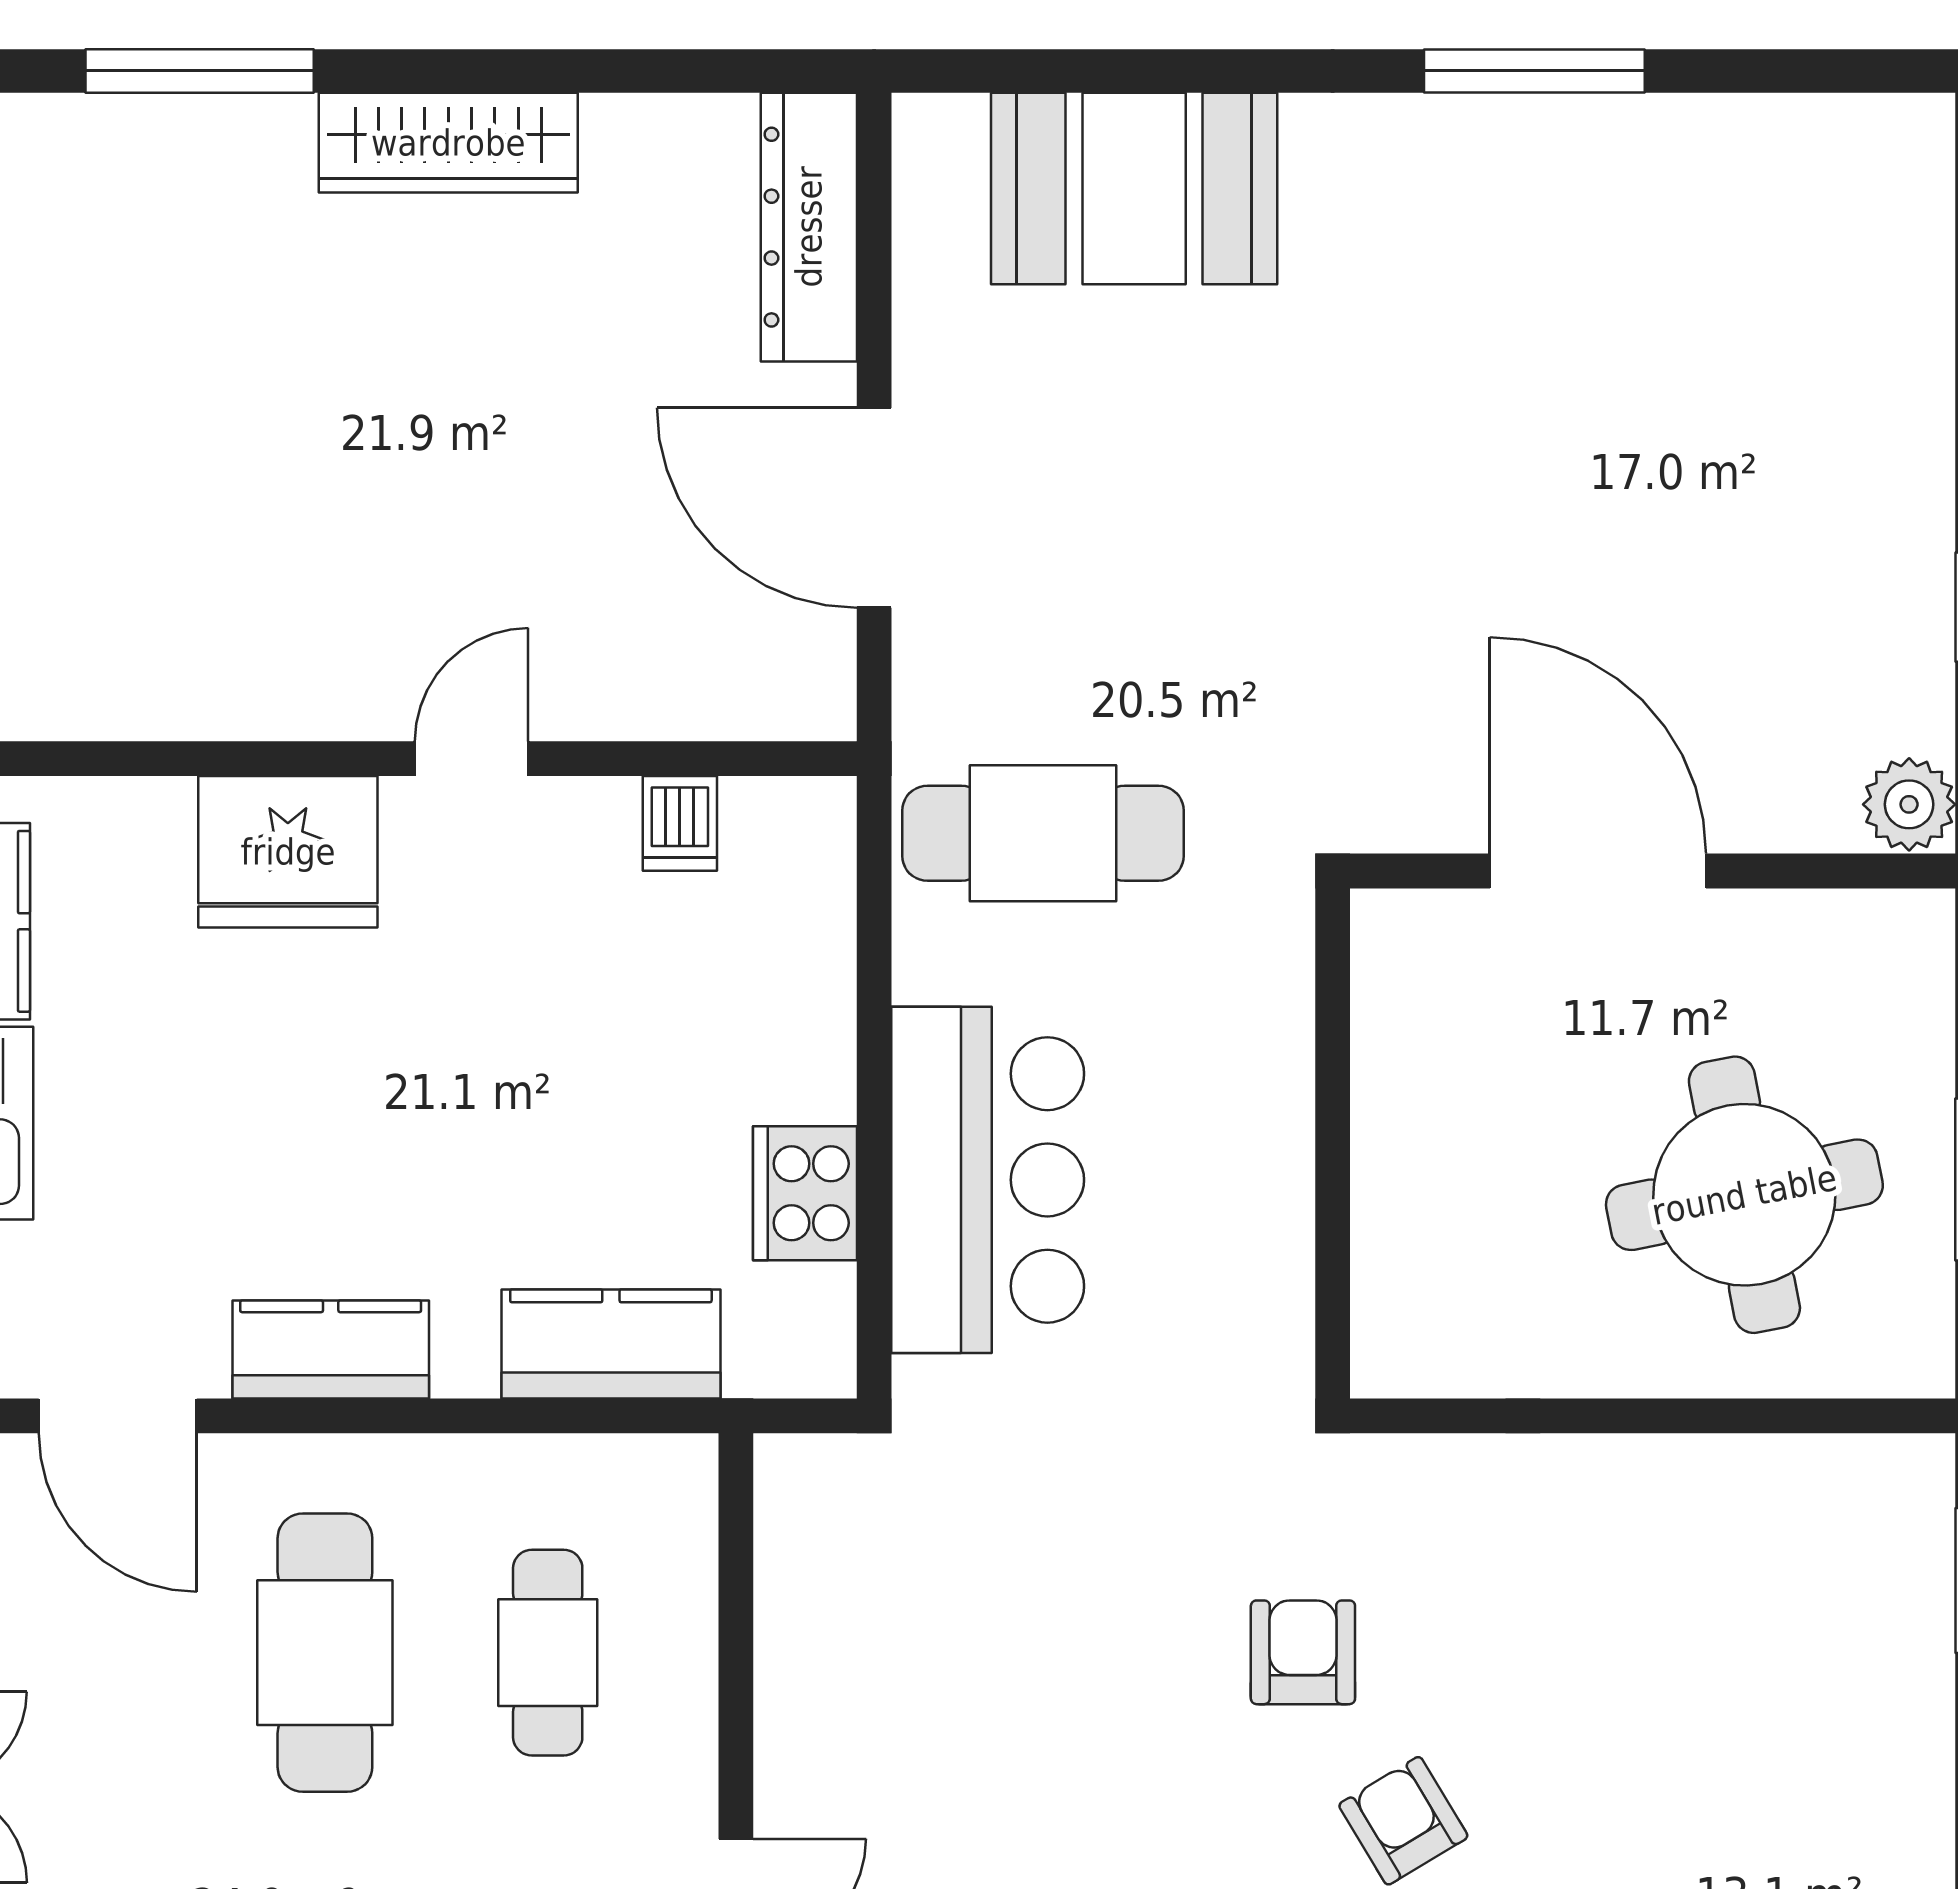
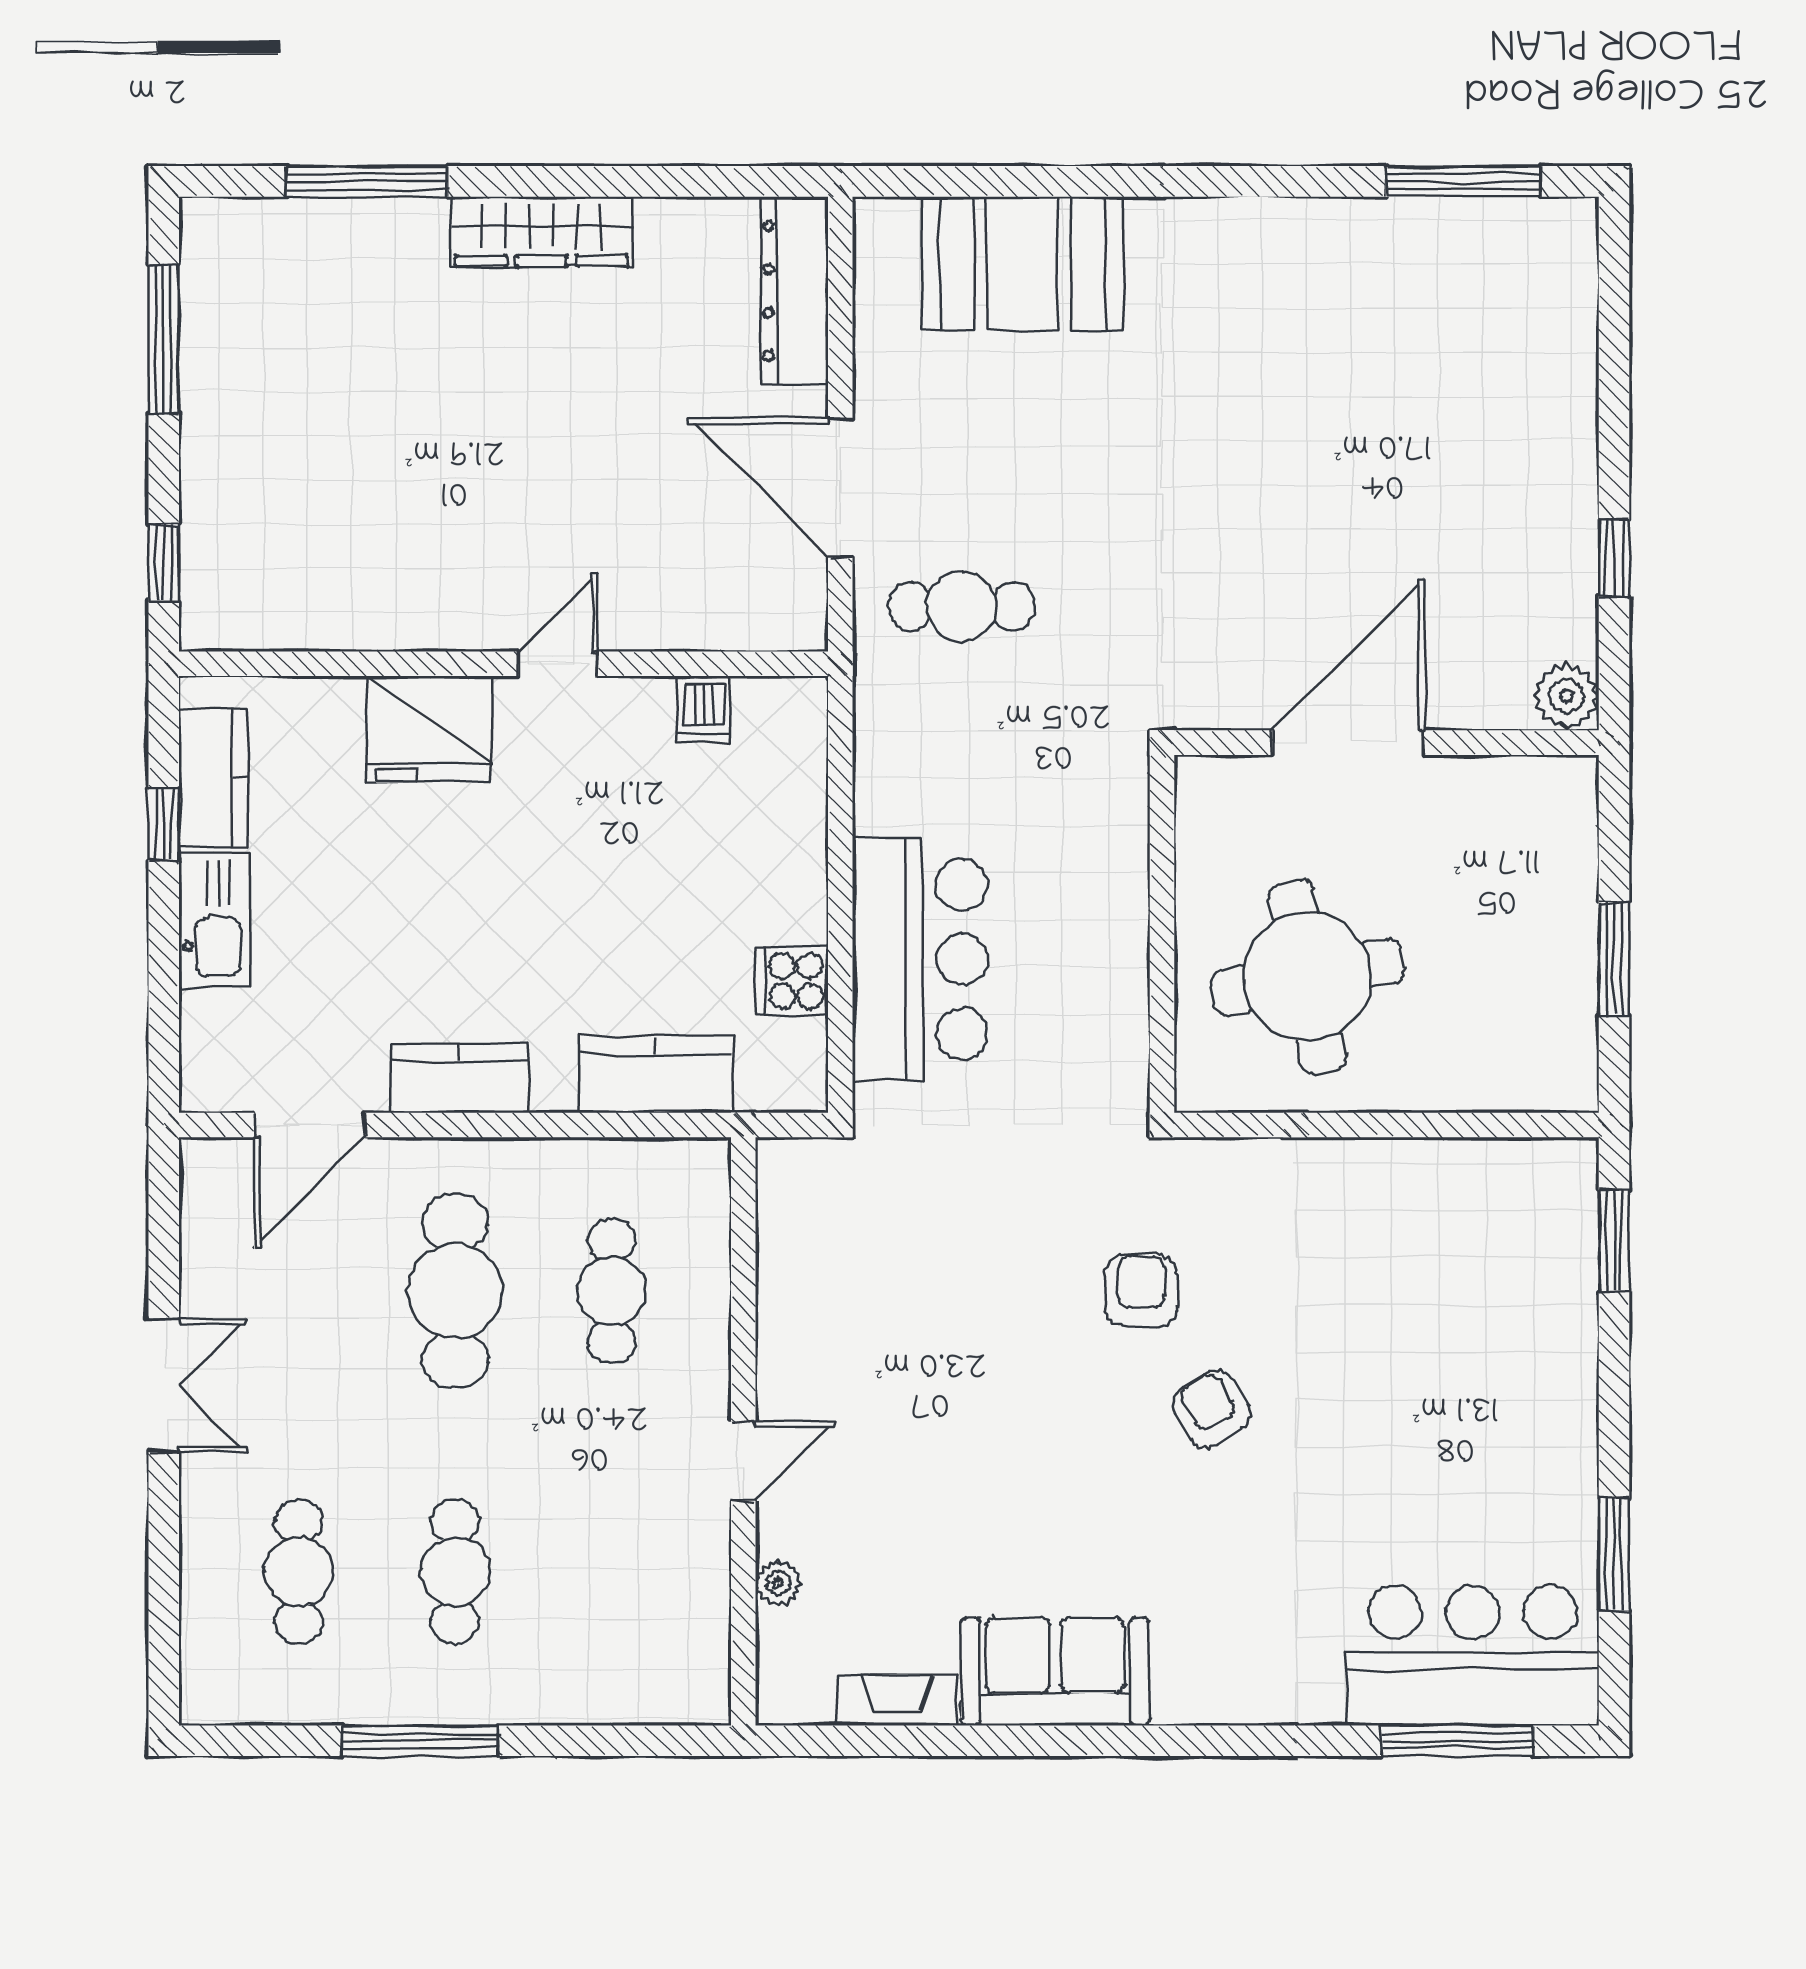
window: (1534, 71) -> (1463, 181), moved
cafe table: (1043, 833) -> (962, 606), moved, width x0.73, depth x0.74
door: (1598, 871) -> (1348, 743), hinge flipped
cooker: (805, 1193) -> (792, 981), width x0.73
round table: (1744, 1195) -> (1307, 977), moved
door: (118, 1416) -> (310, 1125), hinge flipped

